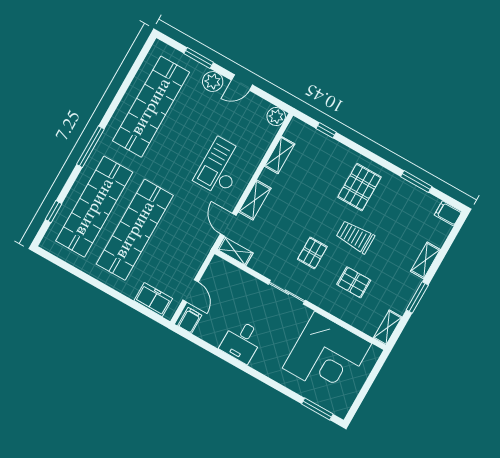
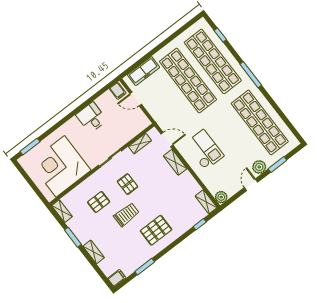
shelving: (280, 155) -> (206, 202), moved
pallet: (359, 187) -> (156, 230), turned 90
shelving: (235, 251) -> (140, 144), moved
freezer: (153, 300) -> (144, 71), width x1.40

